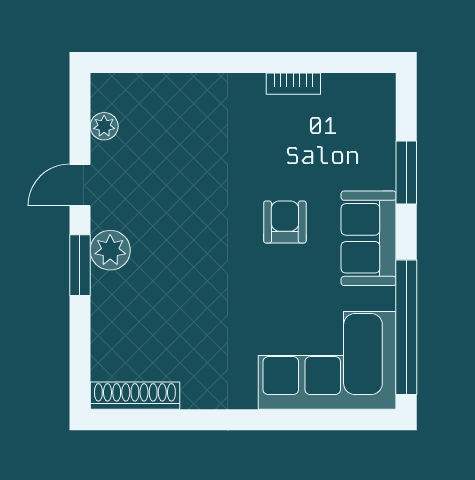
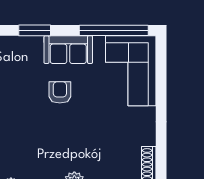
armchair: (285, 222) -> (60, 92), turned 90

